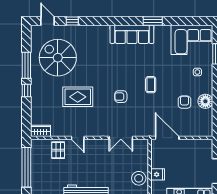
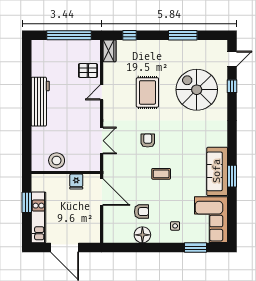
sofa: (132, 34) -> (217, 171), moved
spiral stairs: (58, 58) -> (197, 90), moved, turned -90
window: (26, 91) -> (130, 35), moved
double door: (121, 138) -> (102, 141), swing flipped
door: (167, 138) -> (102, 192), hinge flipped
fridge: (158, 174) -> (76, 182), moved

